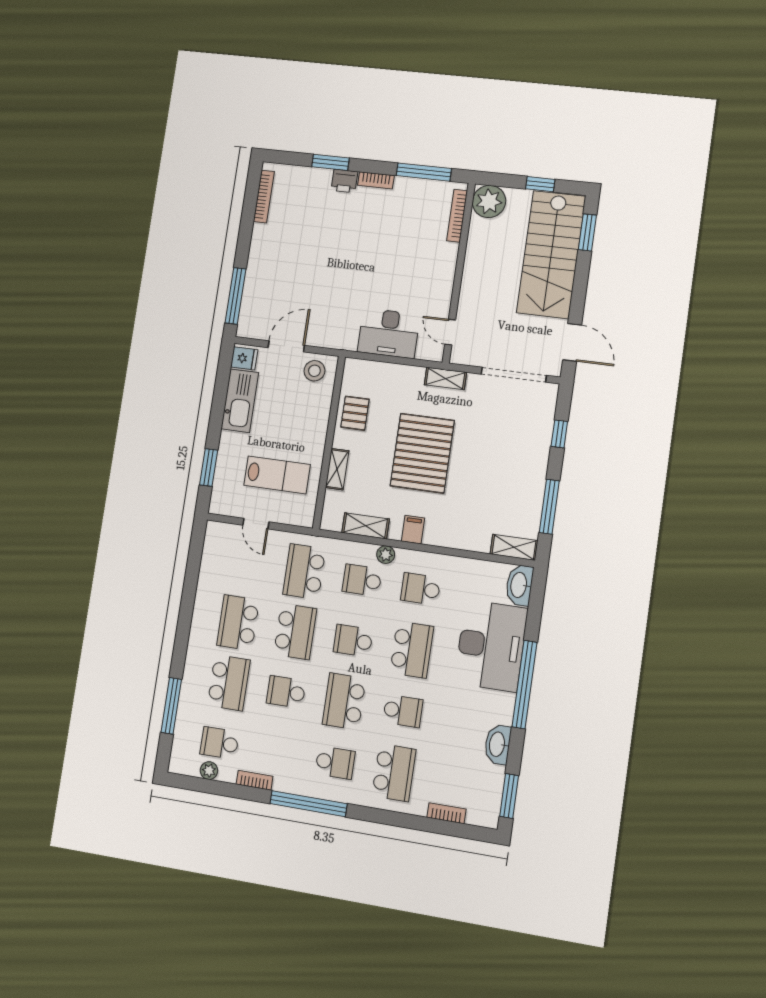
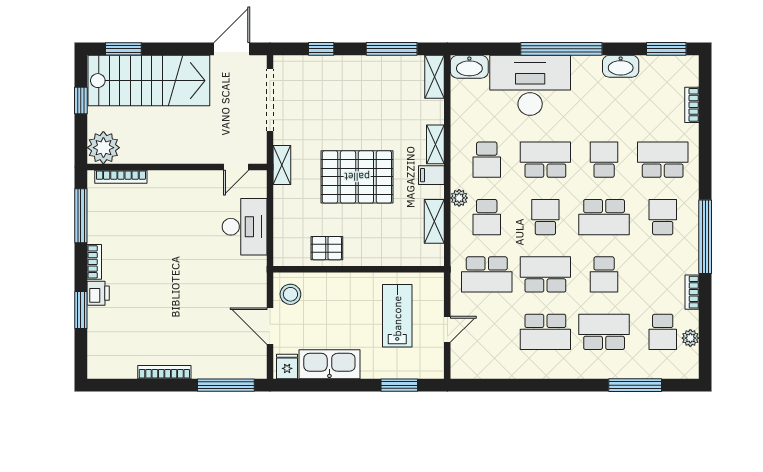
bookcase: (264, 196) -> (164, 372), moved
shelving: (337, 469) -> (435, 144), moved, turned 90
school desk: (353, 641) -> (545, 217), turned 180

